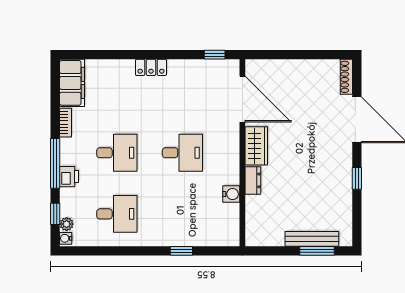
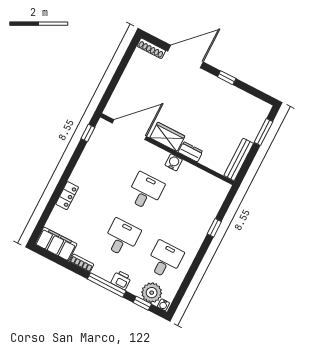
locker: (151, 67) -> (67, 196), moved
water cooler: (231, 194) -> (174, 162), moved
plant: (67, 224) -> (152, 293), width x1.88, depth x1.88
bench: (312, 239) -> (239, 159), moved

